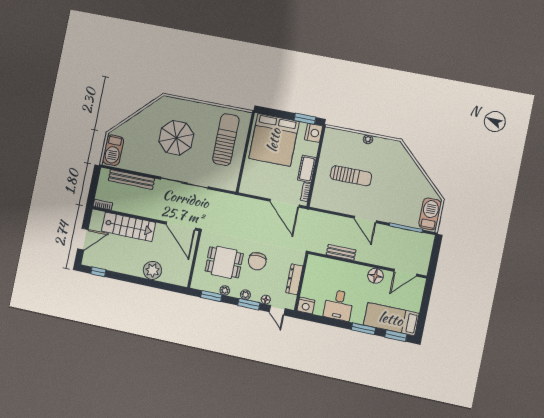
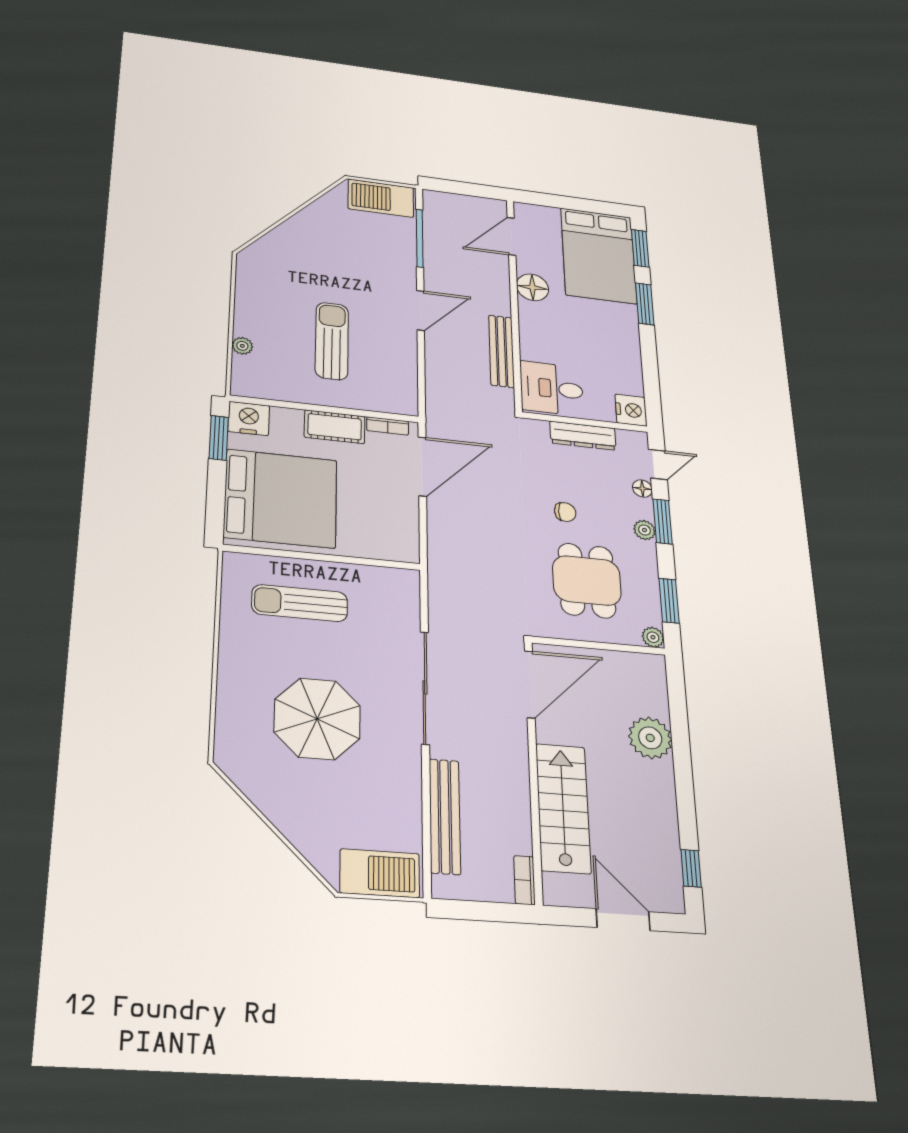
plant: (368, 139) -> (242, 346), moved
sun lounger: (226, 140) -> (300, 603), width x0.73, depth x0.75
bench: (341, 252) -> (501, 351), width x1.36
chair: (257, 261) -> (565, 512), width x0.54, depth x0.54
door: (405, 273) -> (511, 236), swing flipped
plant: (225, 290) -> (653, 637), moved
desk: (339, 305) -> (552, 388), moved, turned 180
bed: (391, 319) -> (599, 256), width x1.50

